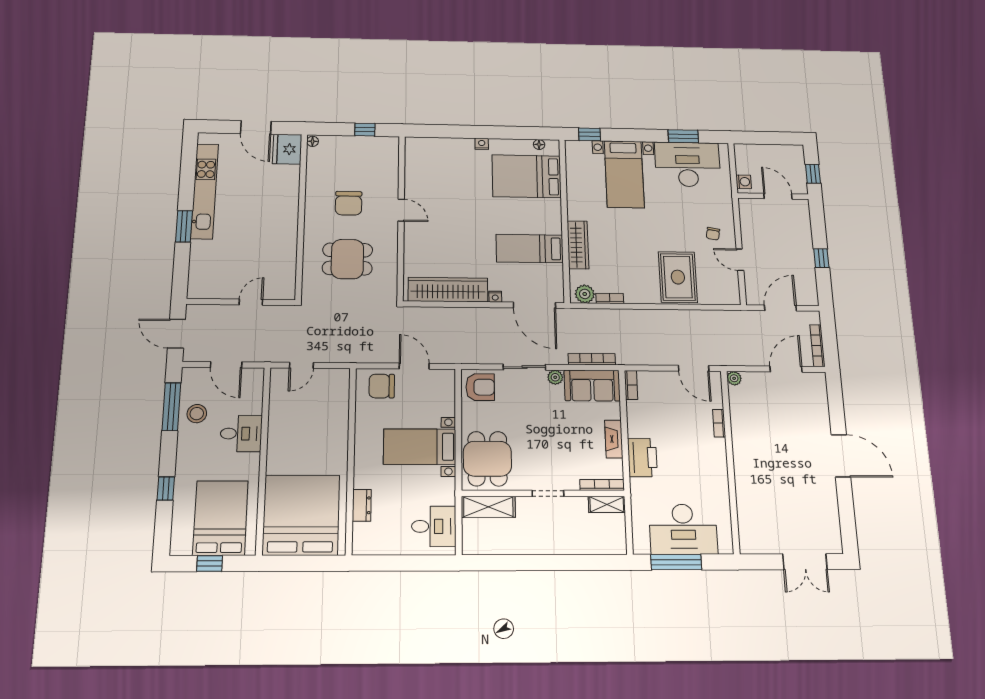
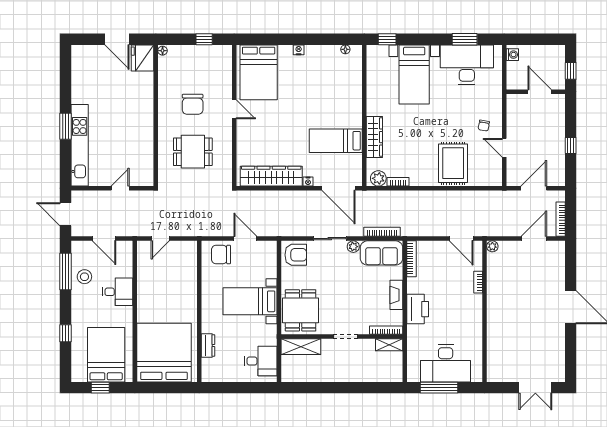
bed: (527, 176) -> (259, 72), moved, turned -90
washing machine: (744, 182) -> (512, 55), moved
kitchen unit: (205, 191) -> (80, 145), moved
bookcase: (631, 385) -> (412, 259), width x1.56

